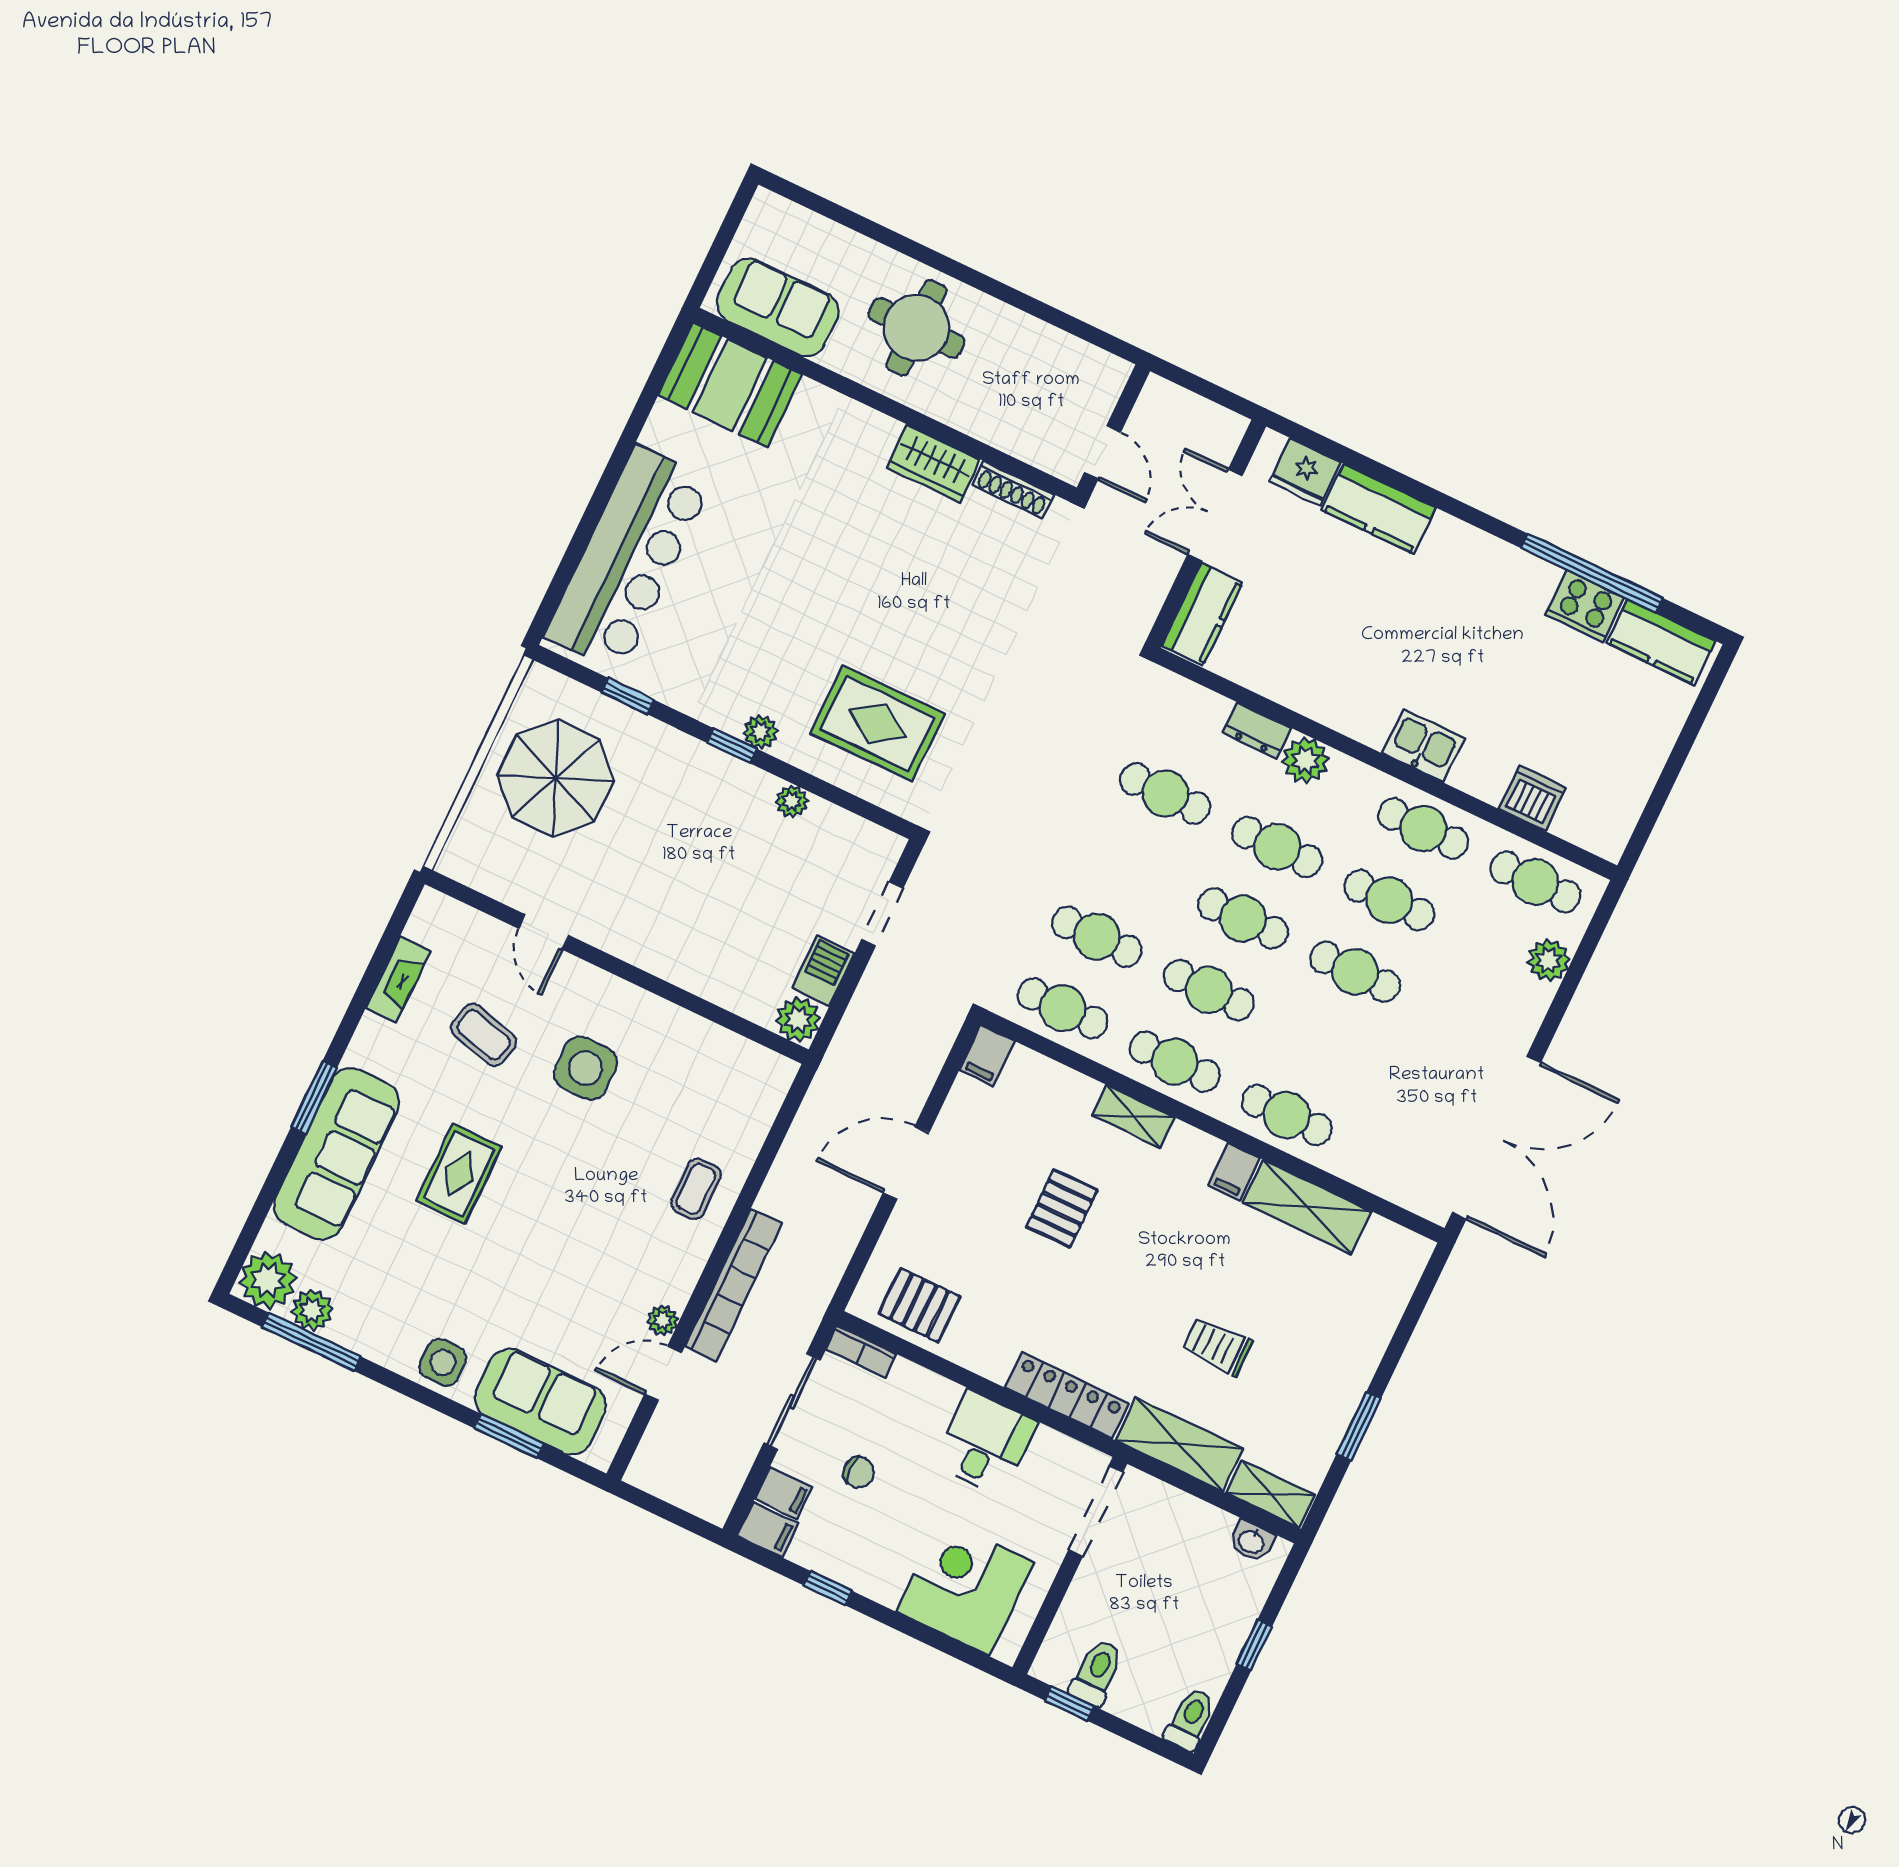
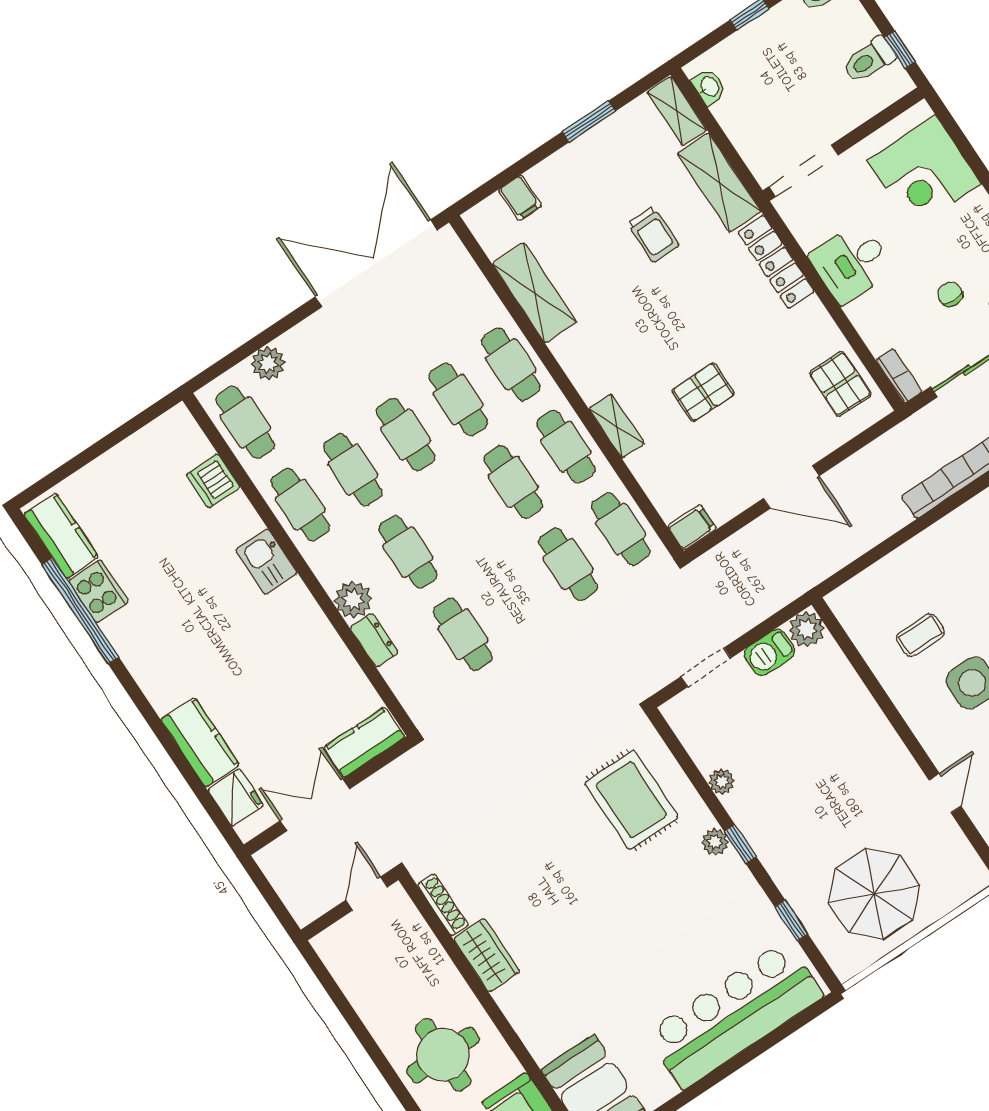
double door: (1215, 515) -> (315, 805), swing flipped
cafe table: (1243, 918) -> (458, 399), moved
filing cabinet: (1234, 1172) -> (520, 198), moved, turned 90
coffee table: (696, 1189) -> (920, 635), moved

